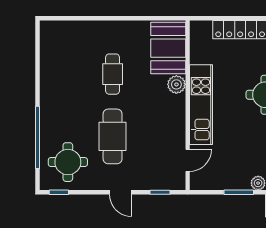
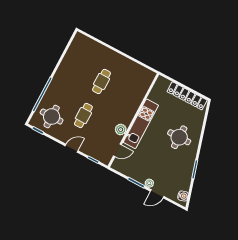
booth: (168, 48) -> (139, 83), removed
plant: (176, 84) -> (121, 130), moved
cafe table: (113, 136) -> (83, 116), width x0.73, depth x0.74
door: (121, 192) -> (72, 148), swing flipped

